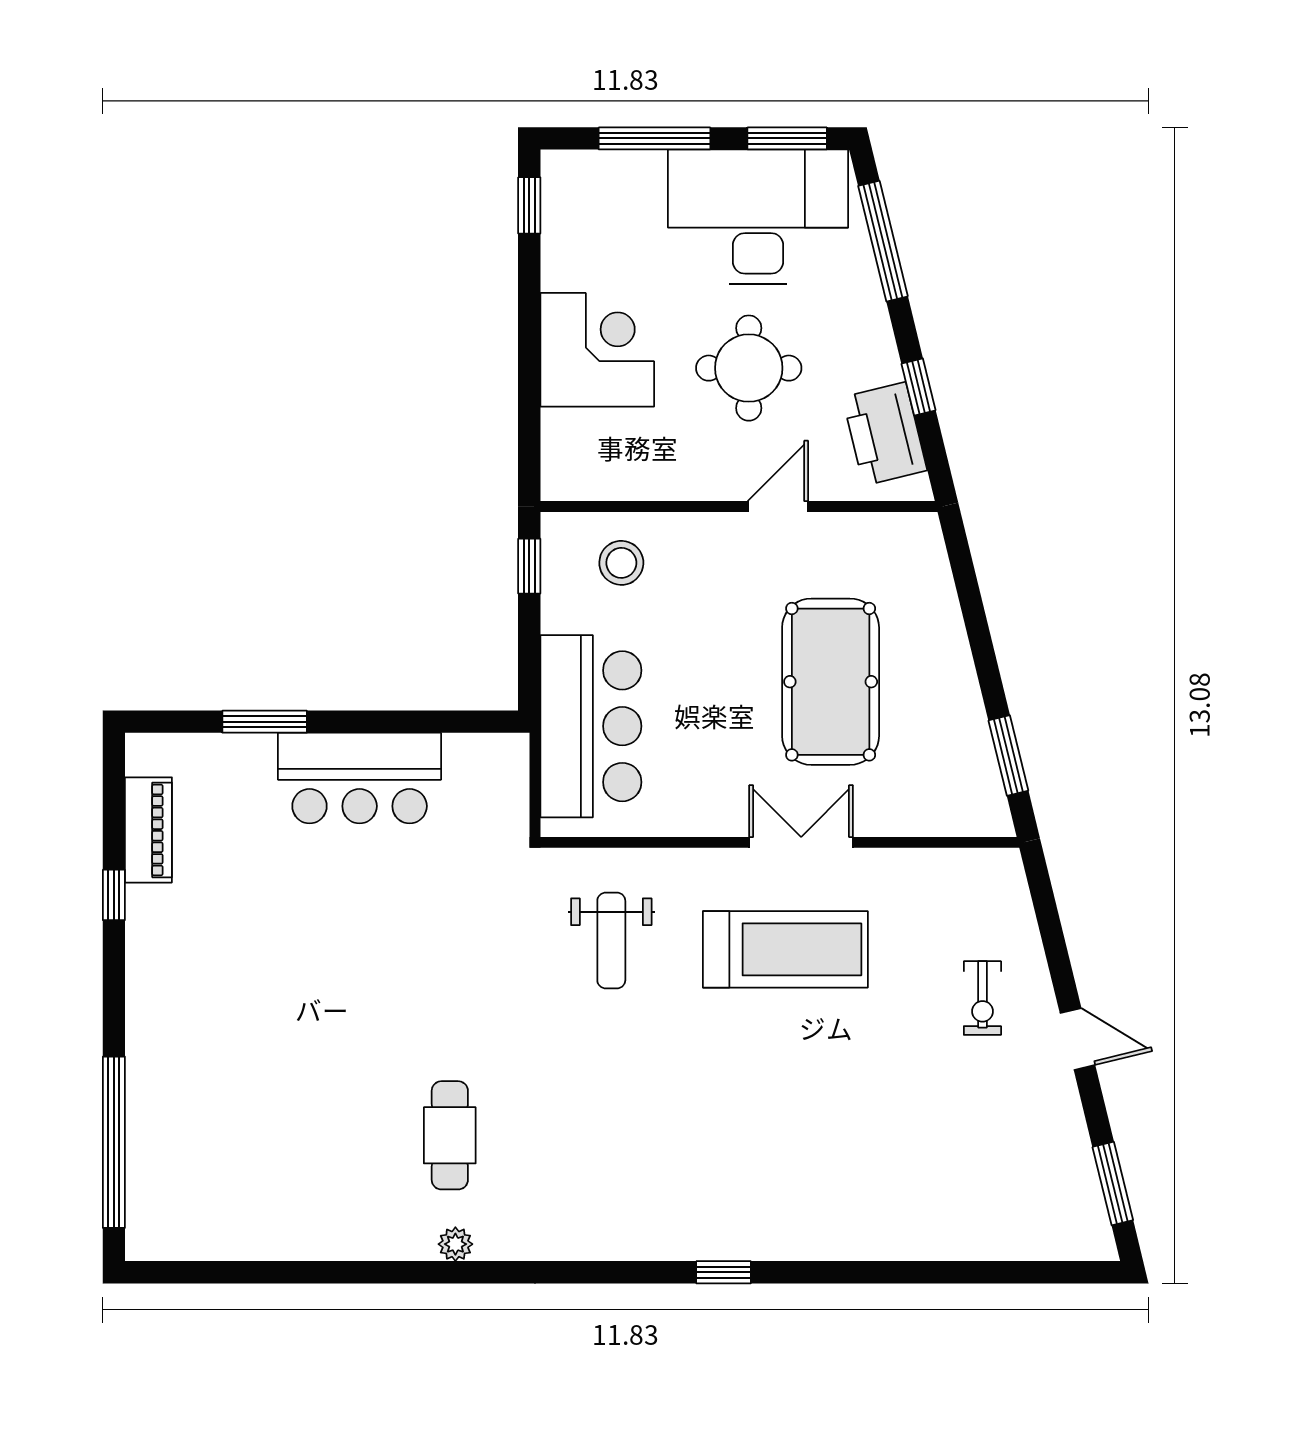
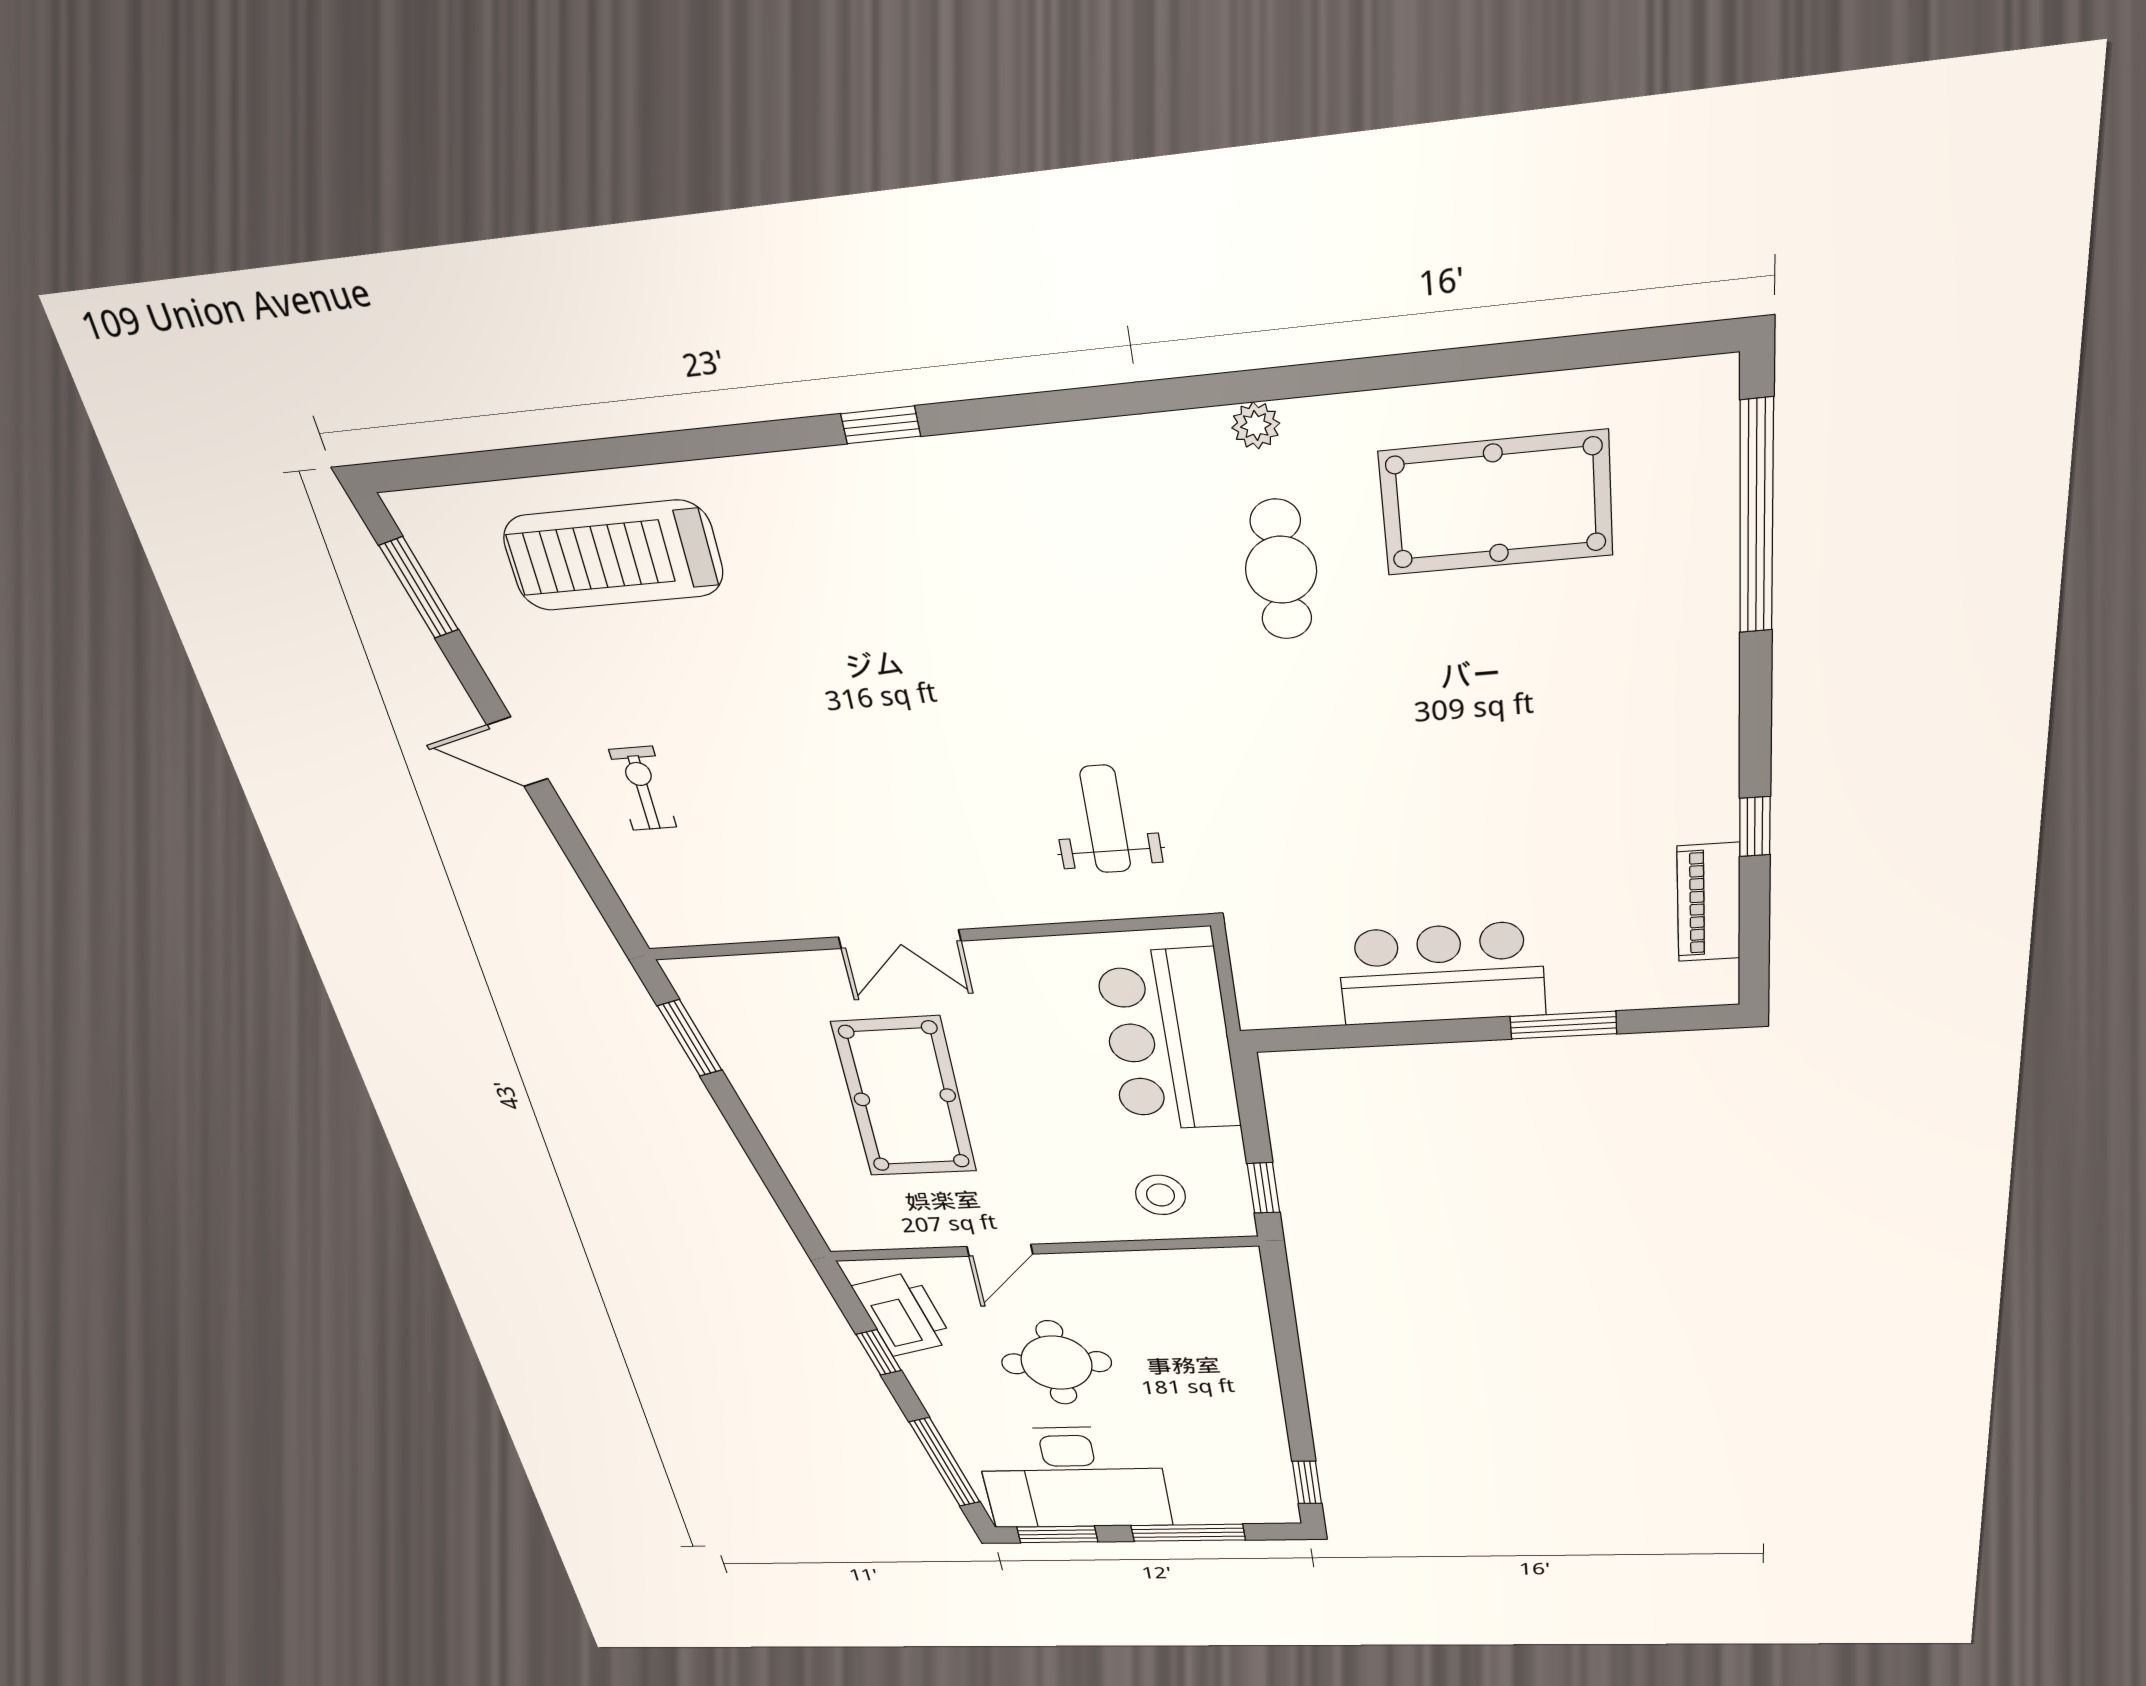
corner desk: (597, 350) -> (1218, 1373), removed
treadmill: (785, 949) -> (613, 556), moved
pool table: (293, 1171) -> (1496, 503), added

